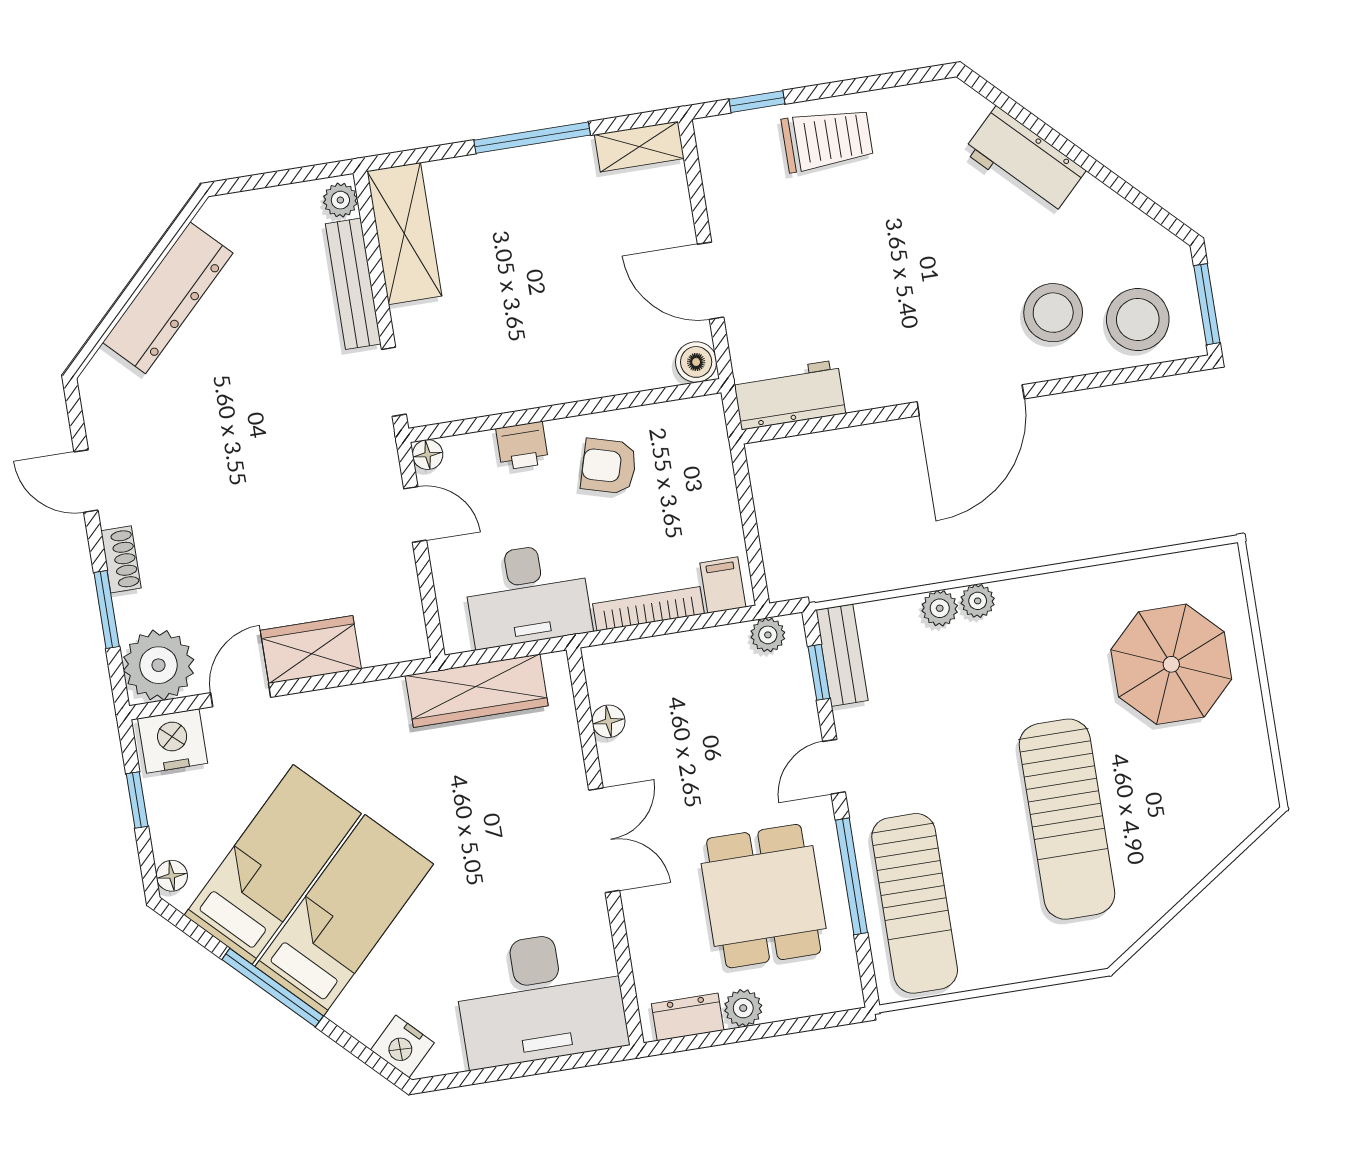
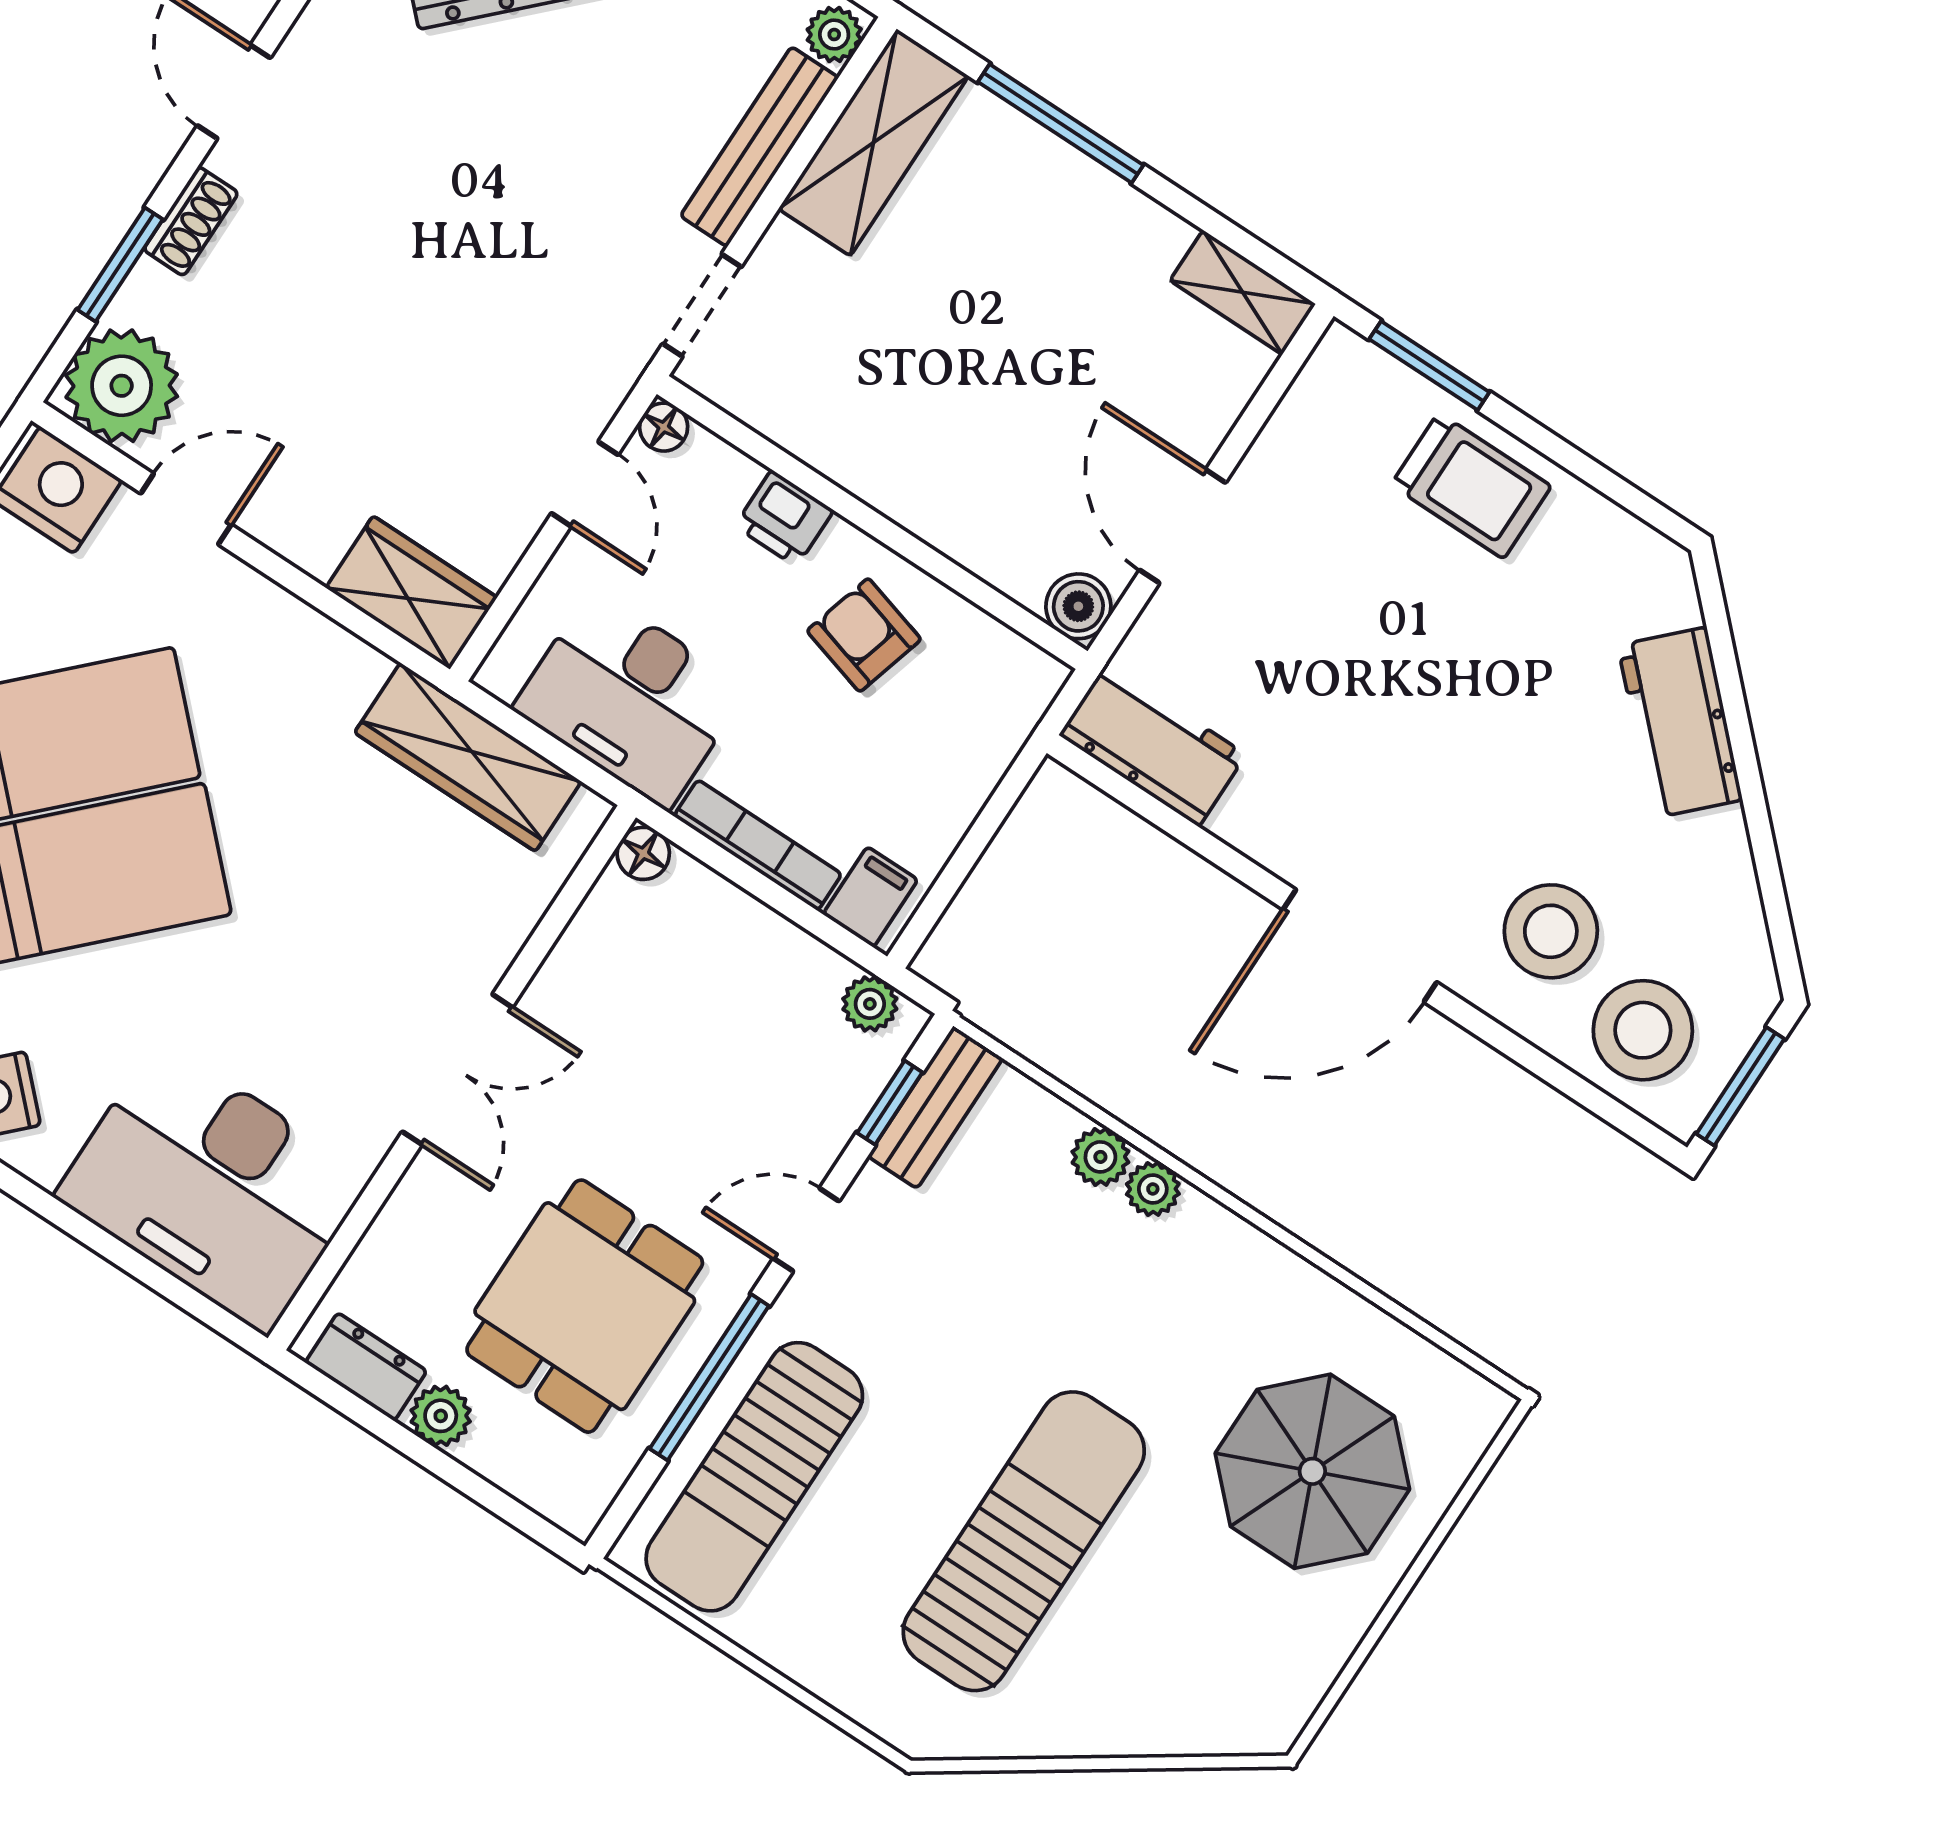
window: (757, 102) -> (1429, 366), width x1.50
window: (532, 138) -> (1061, 123), moved
wardrobe: (311, 649) -> (412, 593), moved
floor lamp: (609, 721) -> (643, 853), moved
sun lounger: (1067, 819) -> (1024, 1541), turned 180

